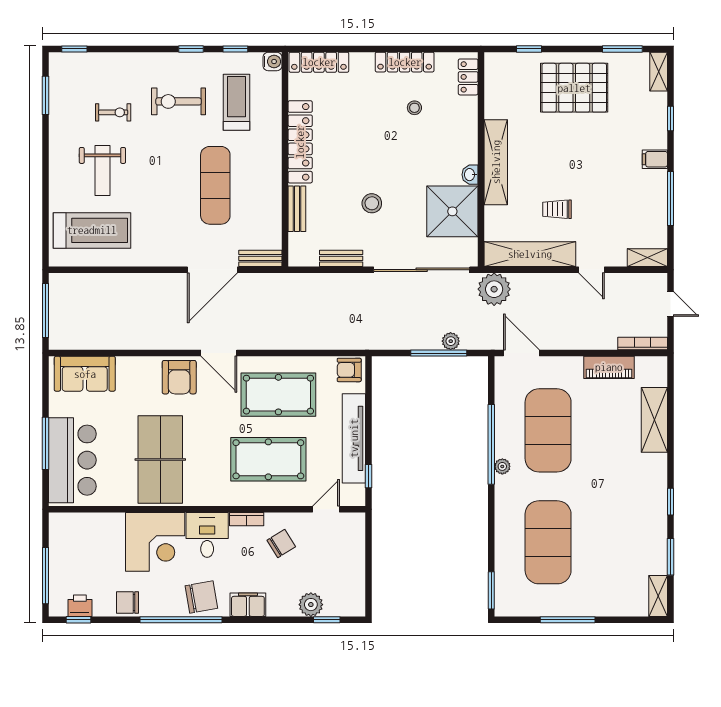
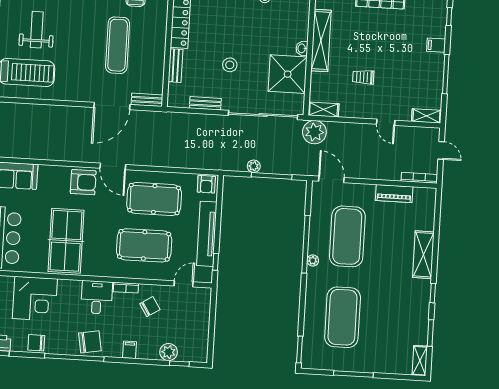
weight bench: (102, 171) -> (37, 30), turned 180
shelving: (530, 254) -> (324, 110), width x0.45, depth x0.75
plant: (451, 341) -> (254, 166), moved
armchair: (349, 370) -> (206, 184), turned -90
armchair: (179, 377) -> (83, 182), turned -90
shelving: (654, 420) -> (423, 255), moved
corner desk: (155, 542) -> (35, 299), moved
filing cabinet: (248, 605) -> (129, 350), width x0.50

